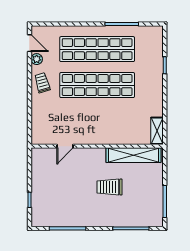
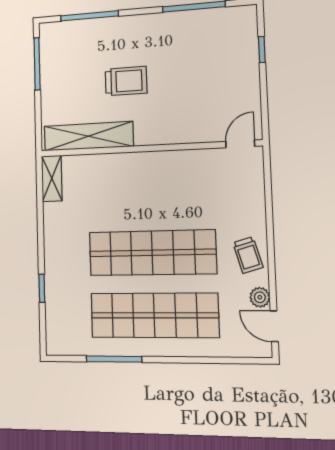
door: (65, 146) -> (240, 144), moved

